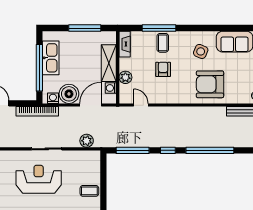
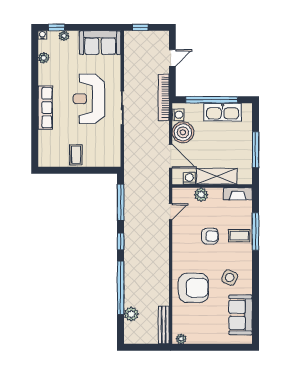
armchair: (210, 84) -> (193, 288), turned 90
plant: (87, 141) -> (131, 314), moved
reception desk: (39, 179) -> (89, 99), turned 180

